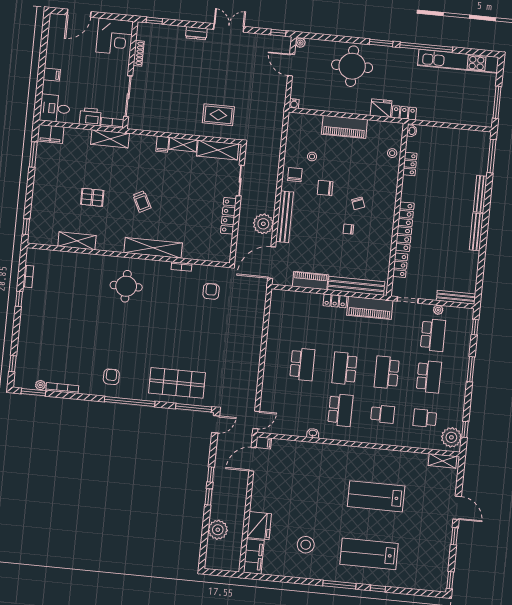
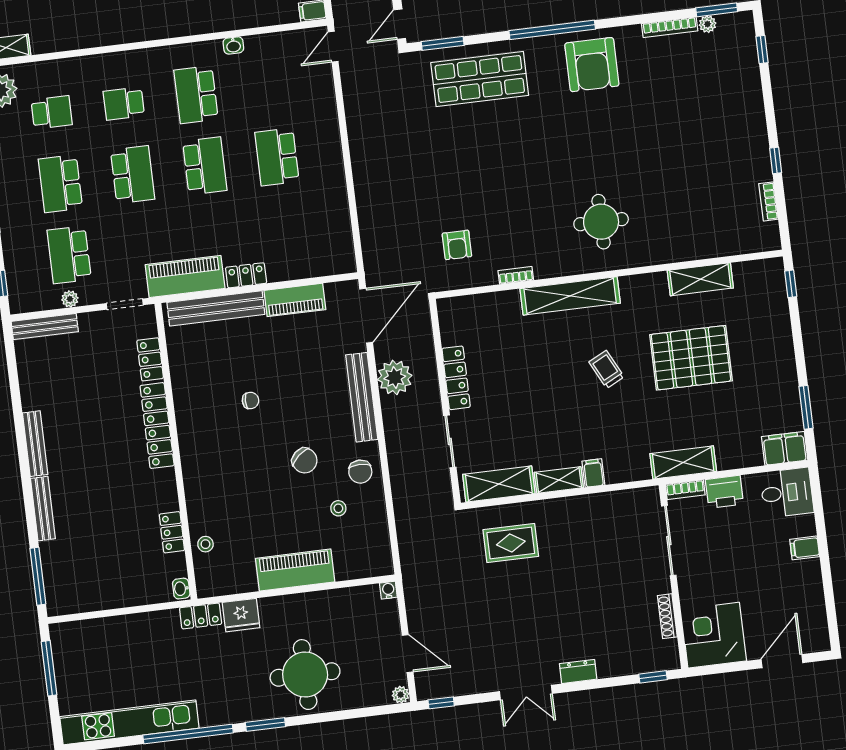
chair: (325, 188) -> (305, 461), turned 49
pallet: (92, 197) -> (691, 358), width x2.05, depth x2.00
chair: (358, 203) -> (244, 447), removed
armchair: (111, 377) -> (592, 65), width x1.88, depth x1.88
window: (194, 408) -> (443, 43), width x0.69

